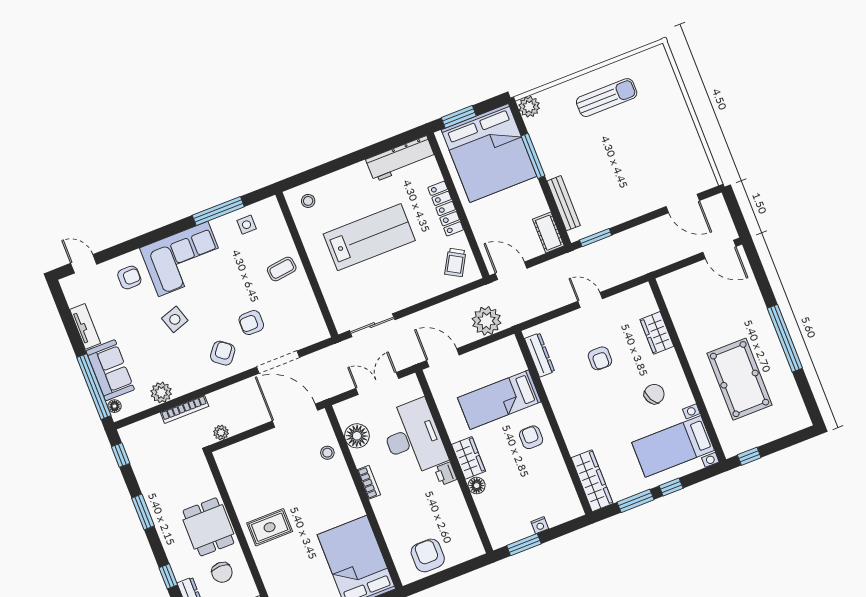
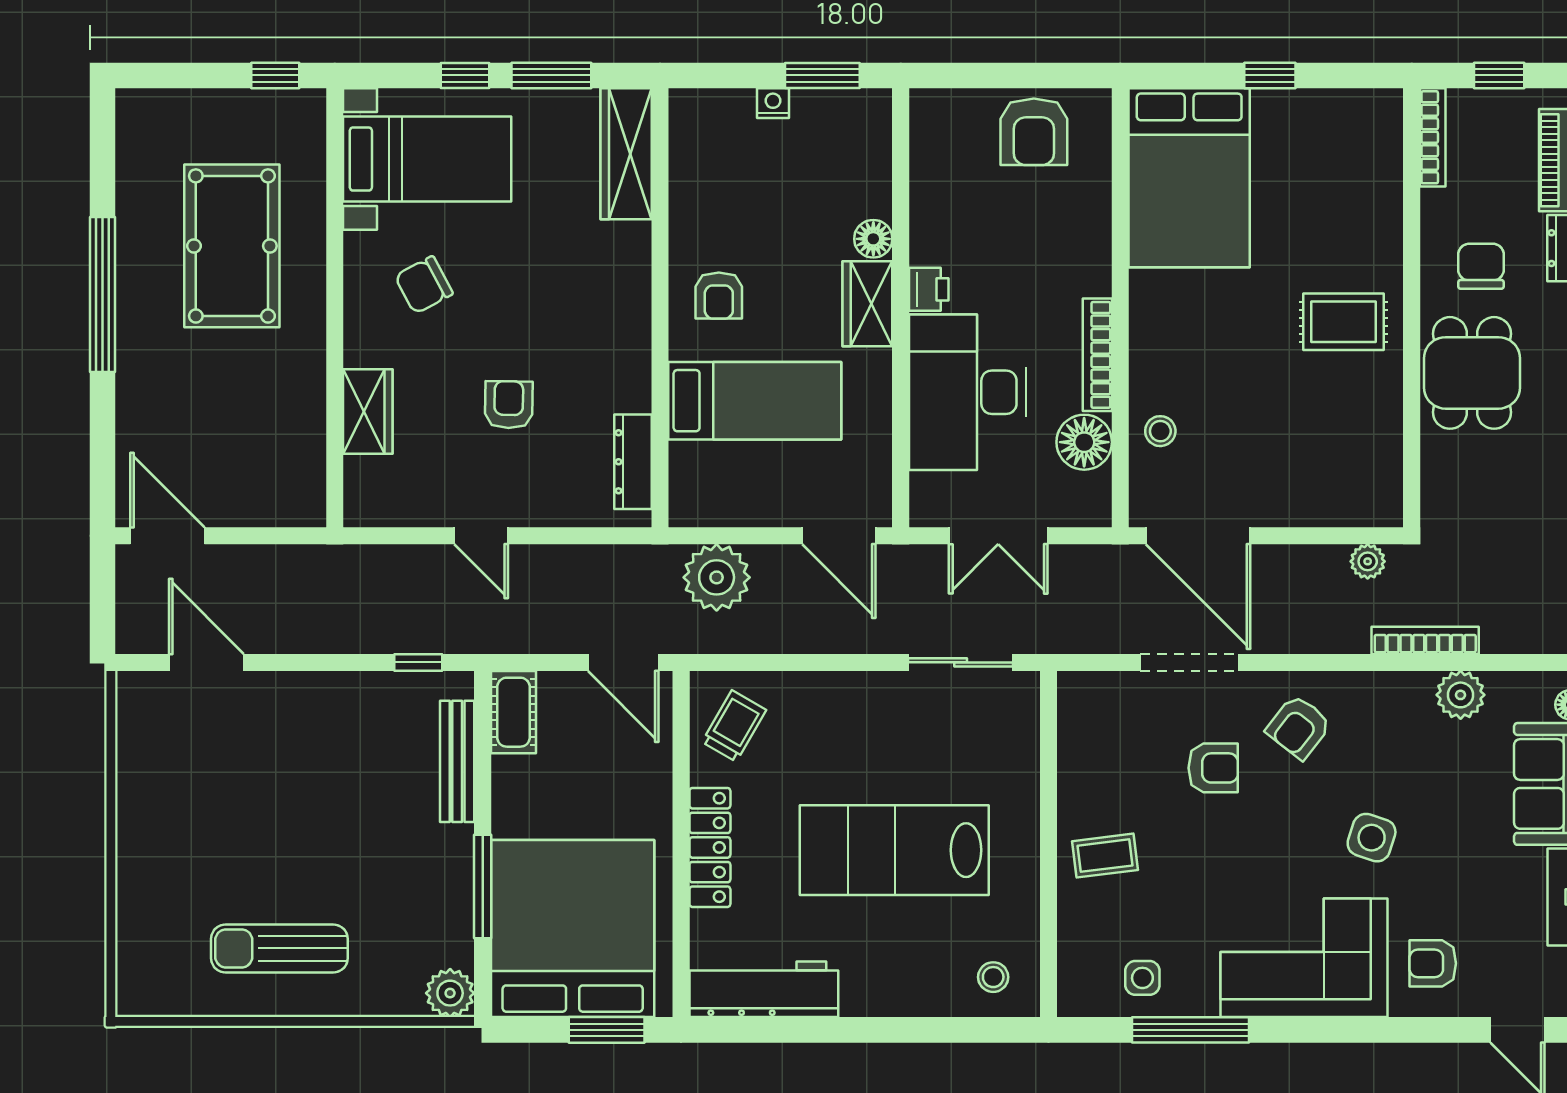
window: (596, 238) -> (418, 662), width x0.67
side table: (175, 319) -> (1372, 838), turned 36
bookcase: (369, 482) -> (1097, 355), width x1.56

